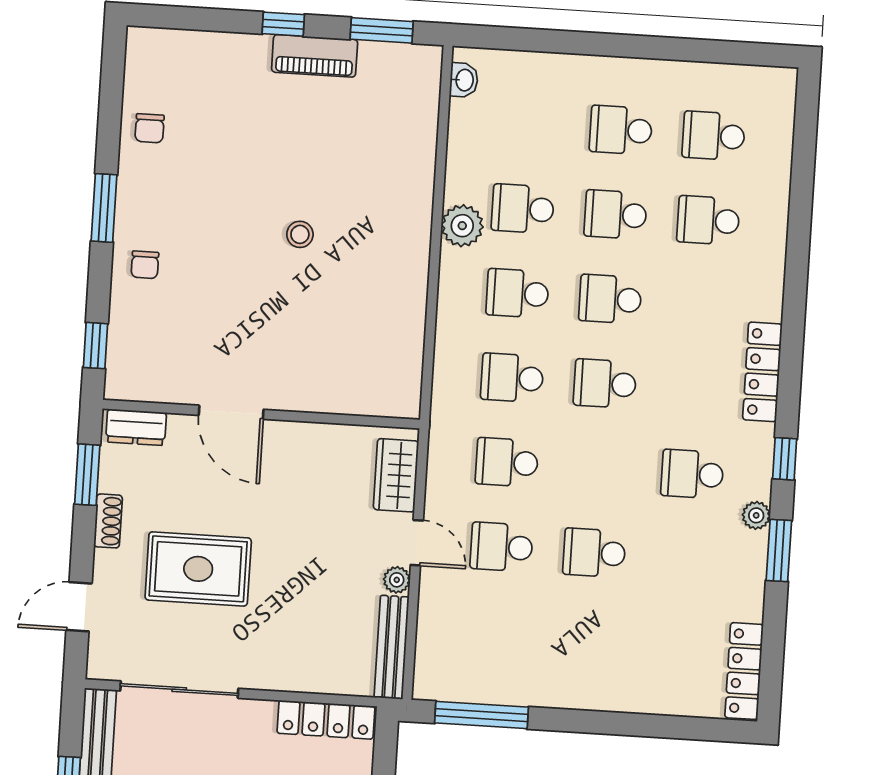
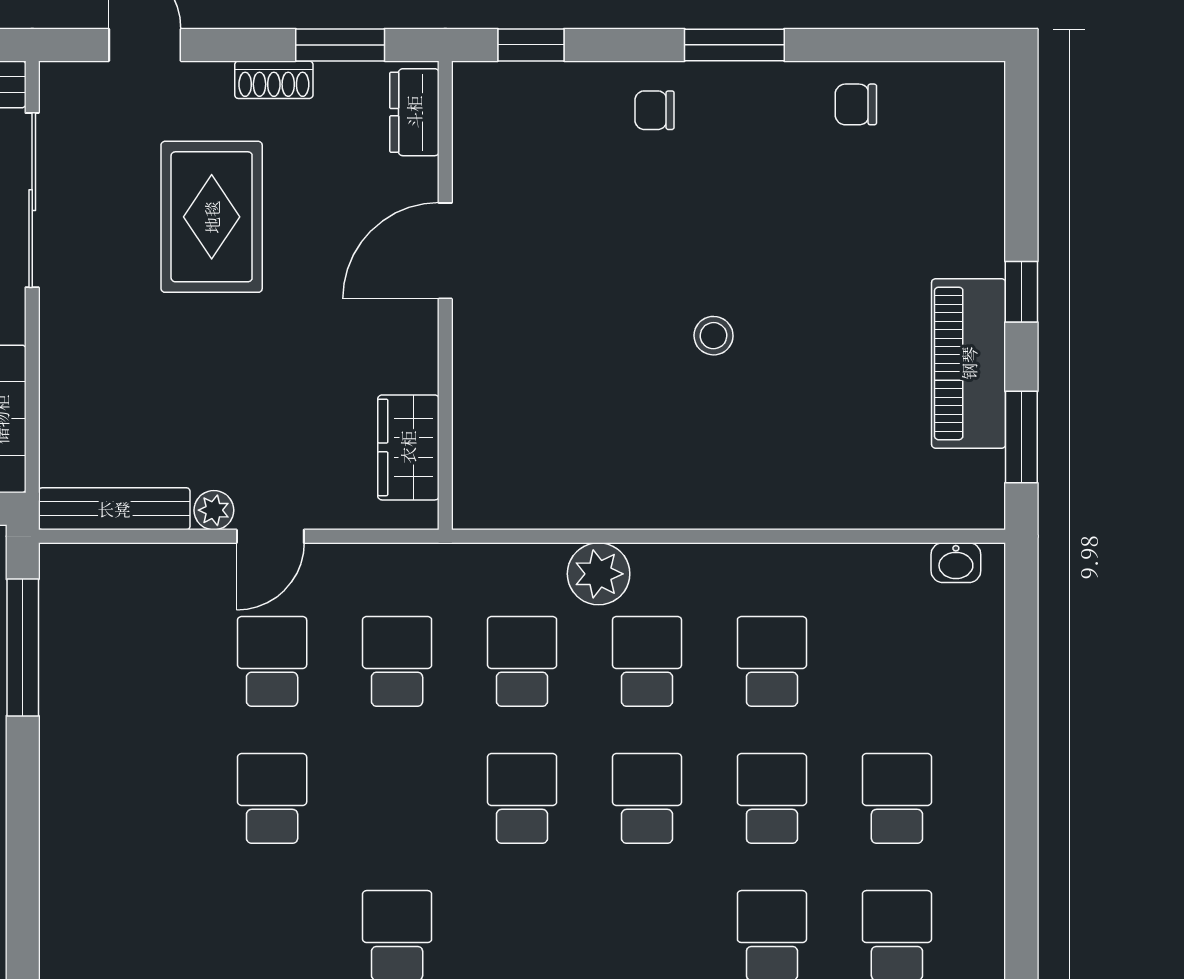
piano: (315, 56) -> (969, 363), width x1.37, depth x1.33
plant: (462, 226) -> (599, 574), moved
wardrobe: (396, 475) -> (408, 447), moved, turned -90

